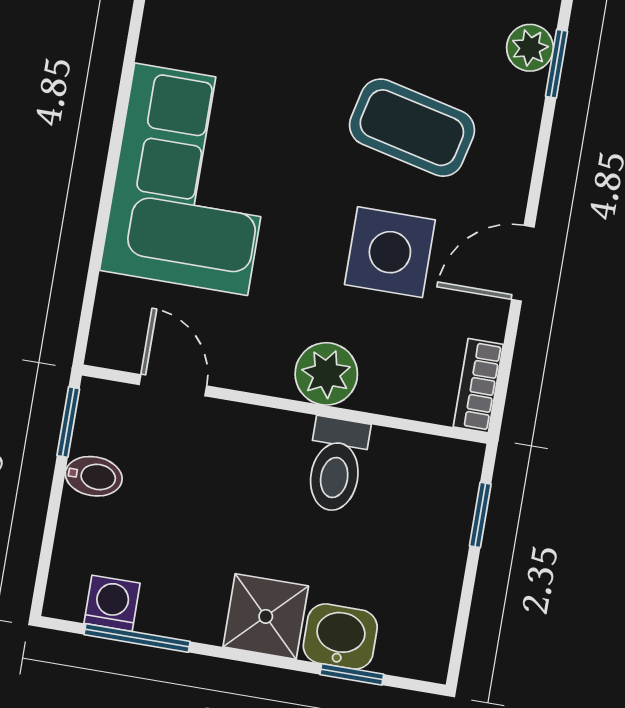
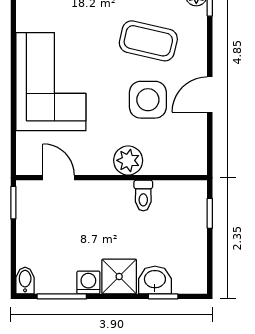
bookcase: (478, 386) -> (199, 154), removed
toilet: (336, 465) -> (143, 196), width x0.73, depth x0.72
bidet: (94, 476) -> (25, 281), moved, turned -90
washing machine: (112, 603) -> (88, 282), moved

